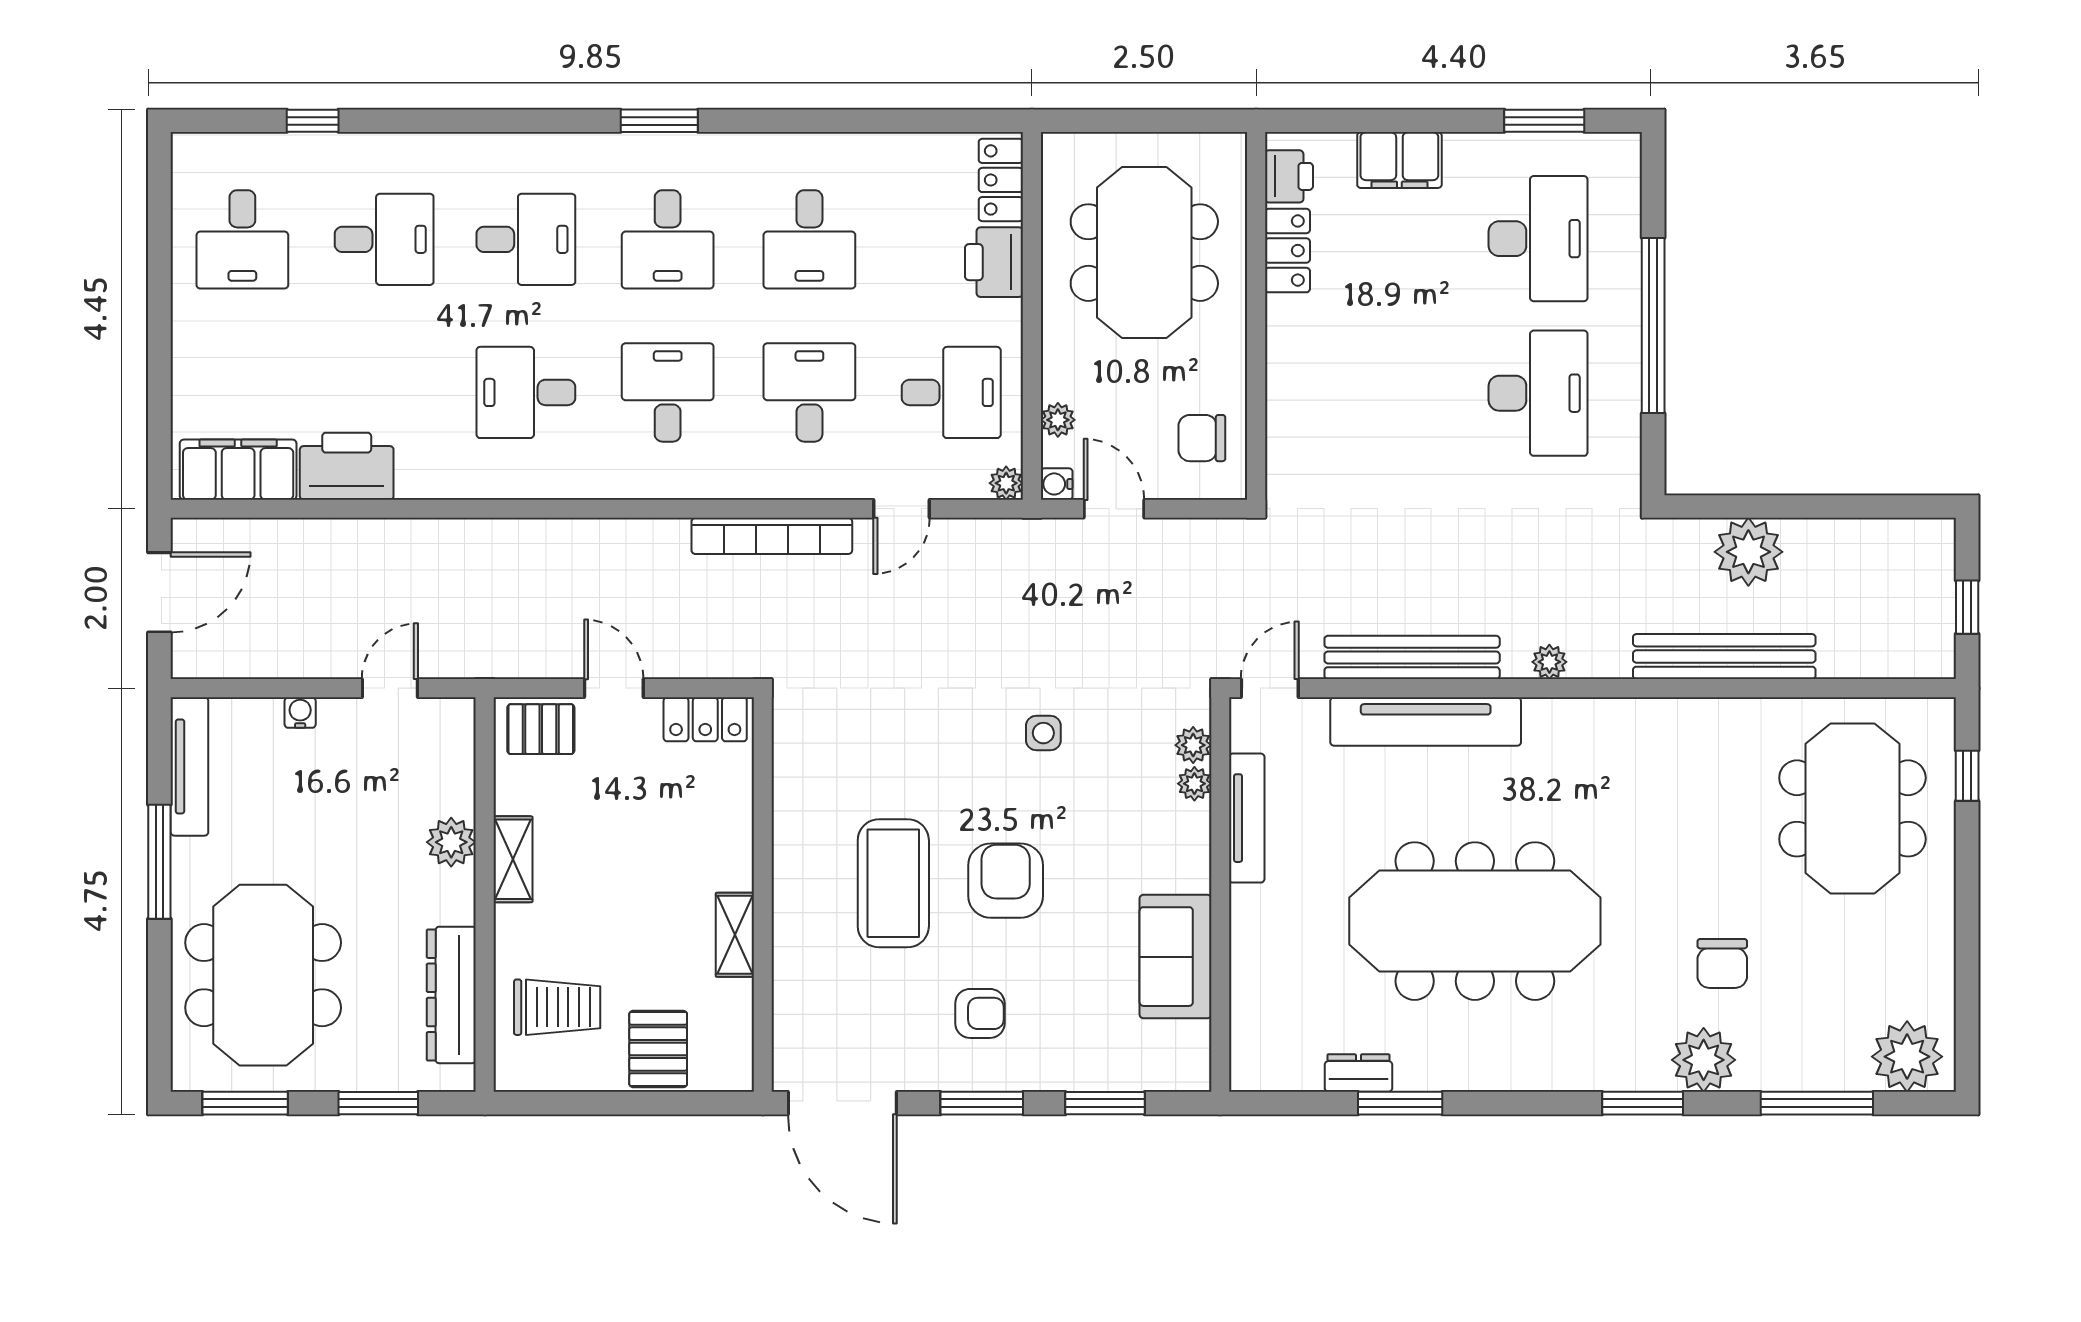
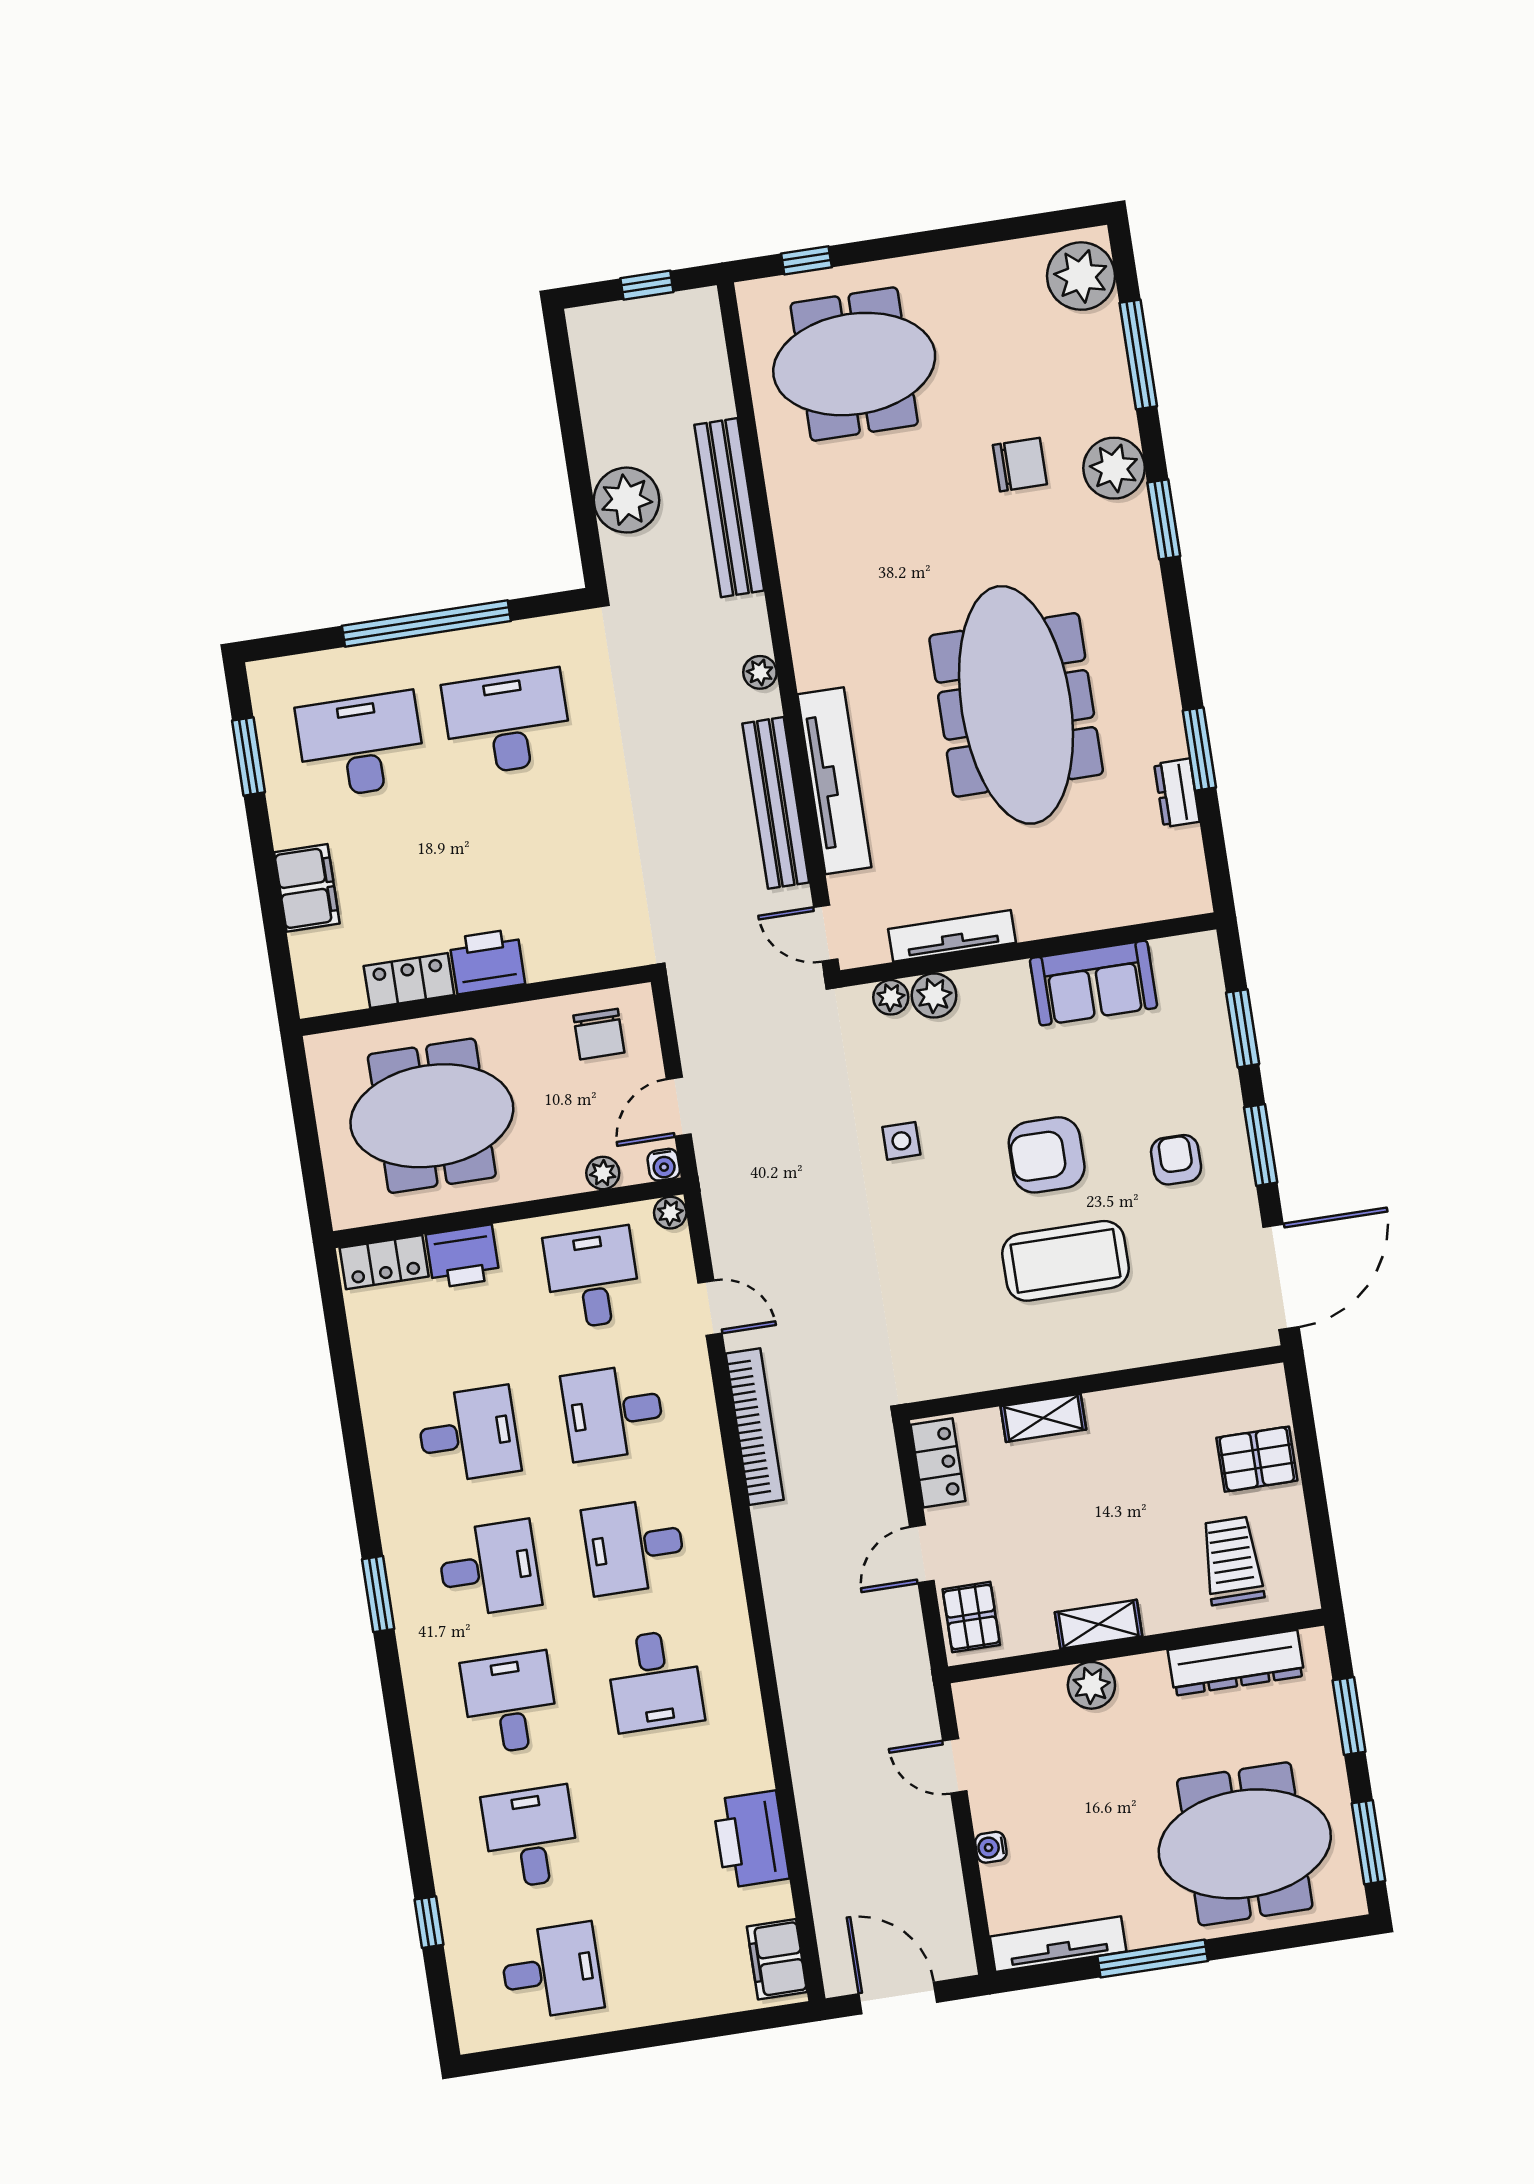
printer: (1289, 176) -> (487, 961), moved, width x1.36, depth x1.24
filing cabinet: (238, 470) -> (777, 1959), width x0.67, depth x0.86
plant: (1194, 784) -> (934, 996), width x1.38, depth x1.38
shelving: (735, 935) -> (1043, 1418), moved

